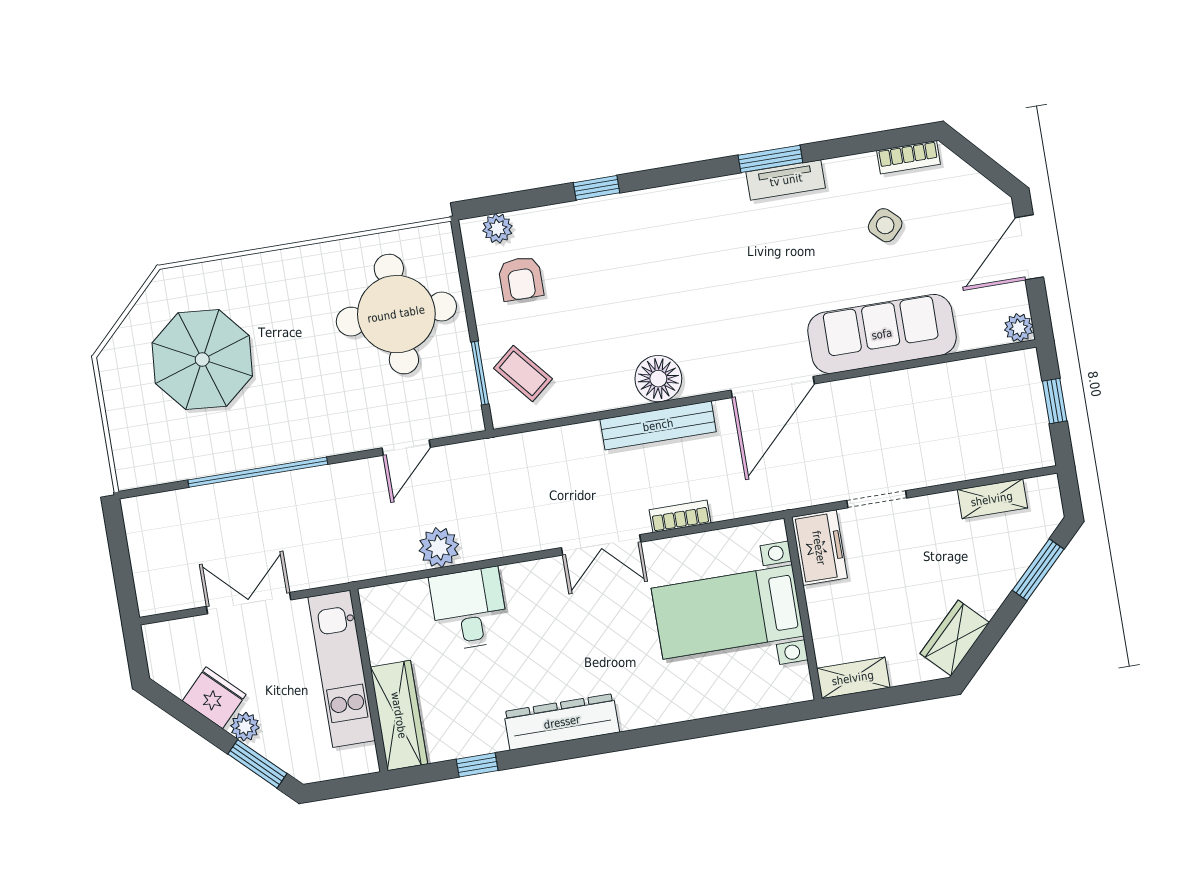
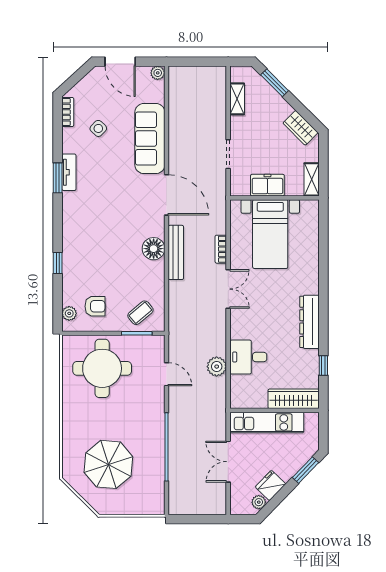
window: (1055, 401) -> (195, 62), removed
freezer: (819, 548) -> (267, 185), moved
plant: (245, 727) -> (259, 502), moved

